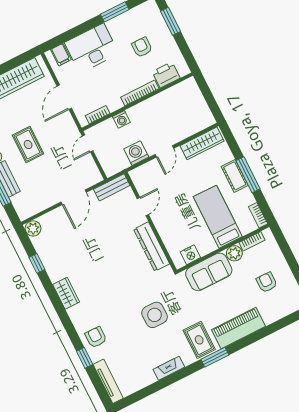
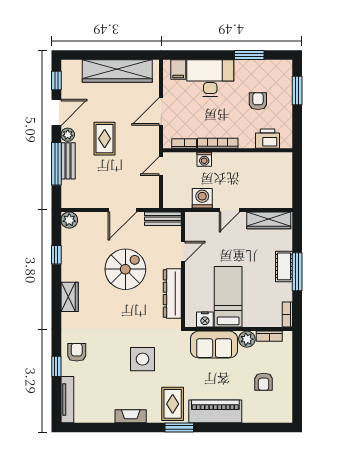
bookcase: (140, 93) -> (218, 143), moved
bed: (218, 217) -> (228, 297), moved
spiral stairs: (102, 246) -> (125, 269), added
armchair: (267, 282) -> (264, 382), turned 180

